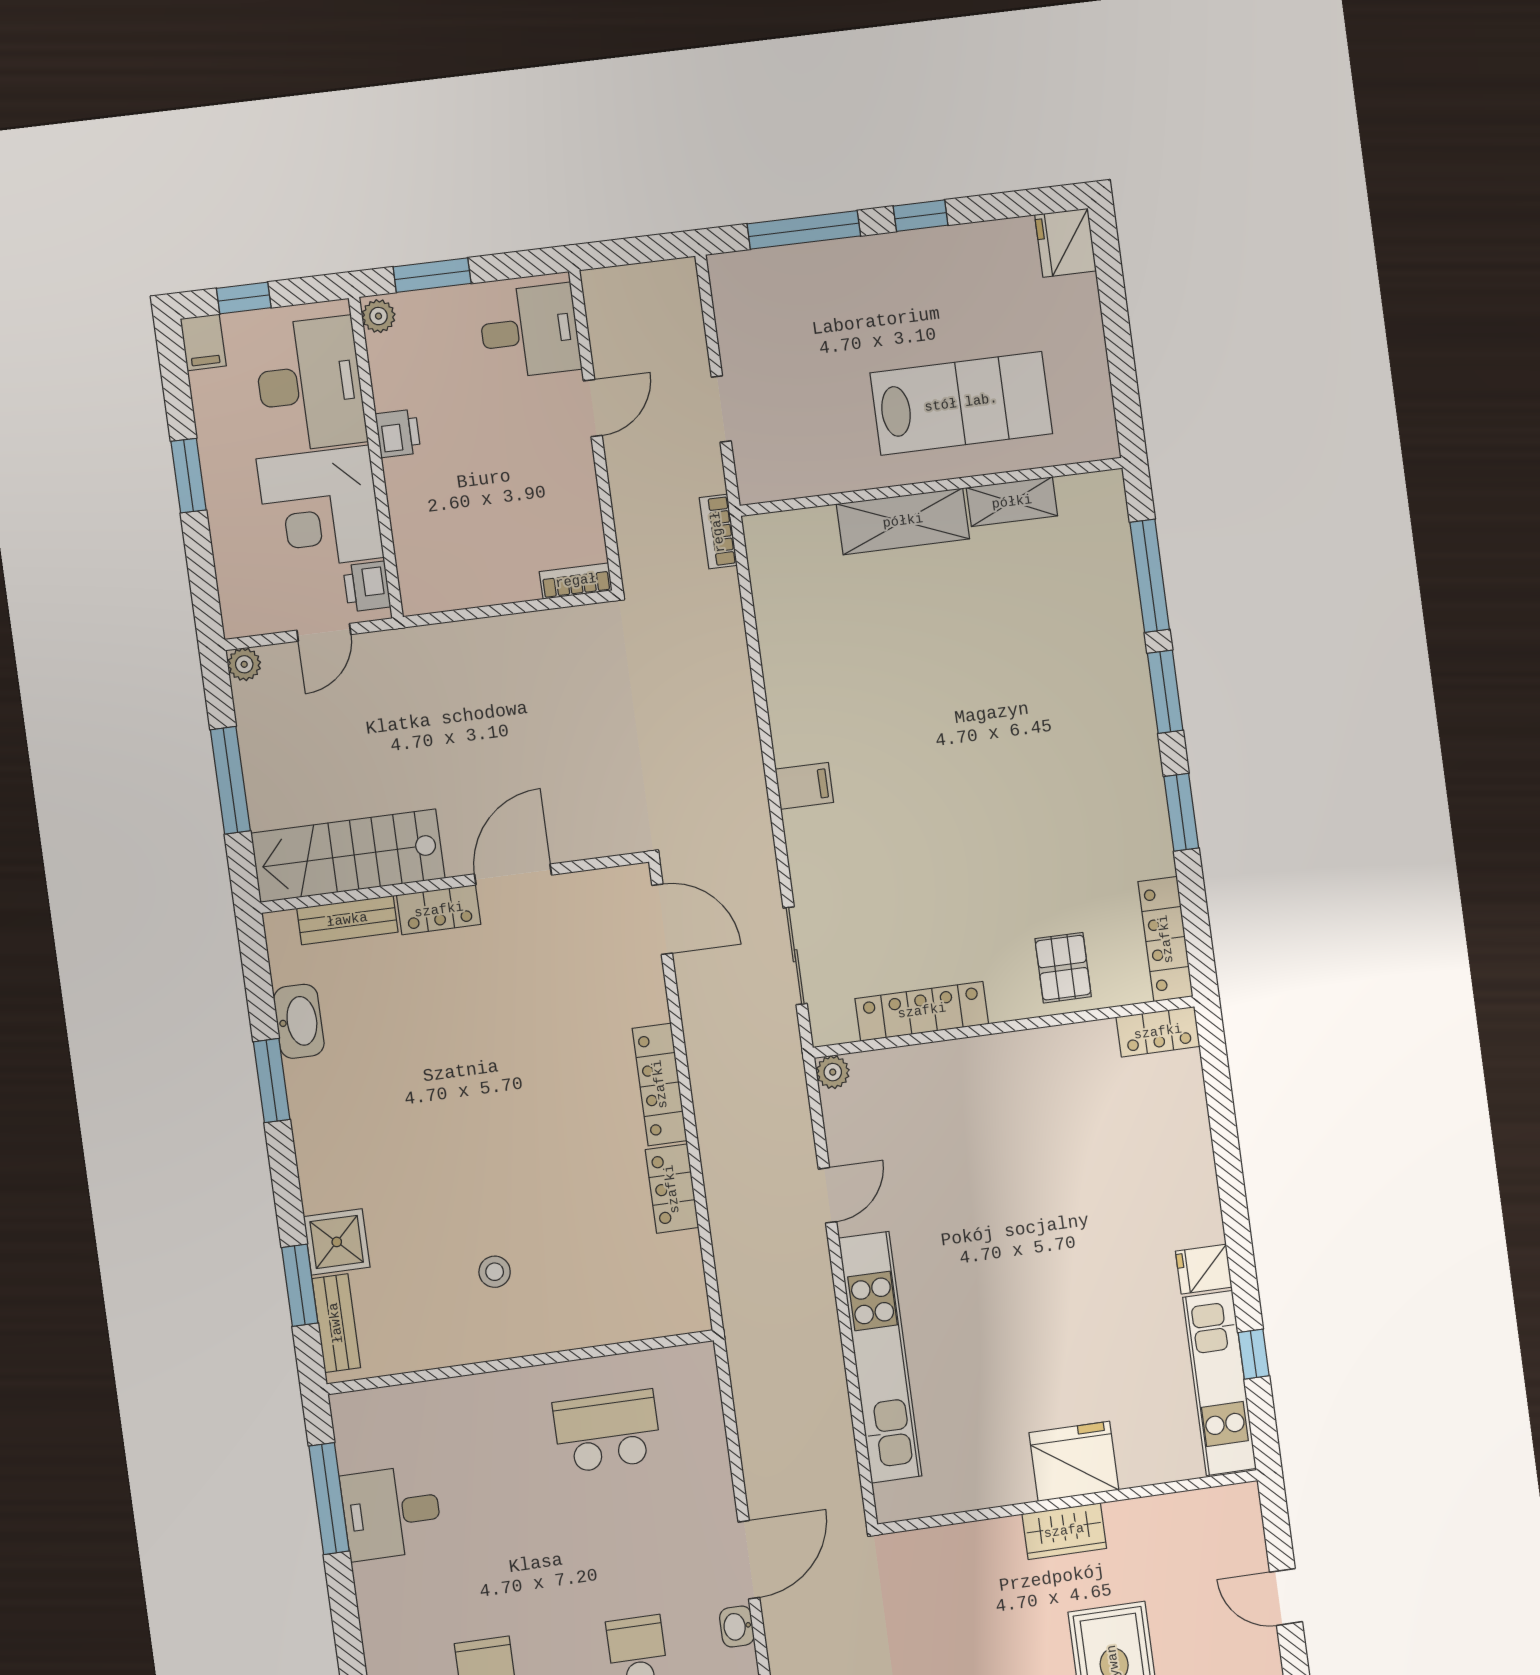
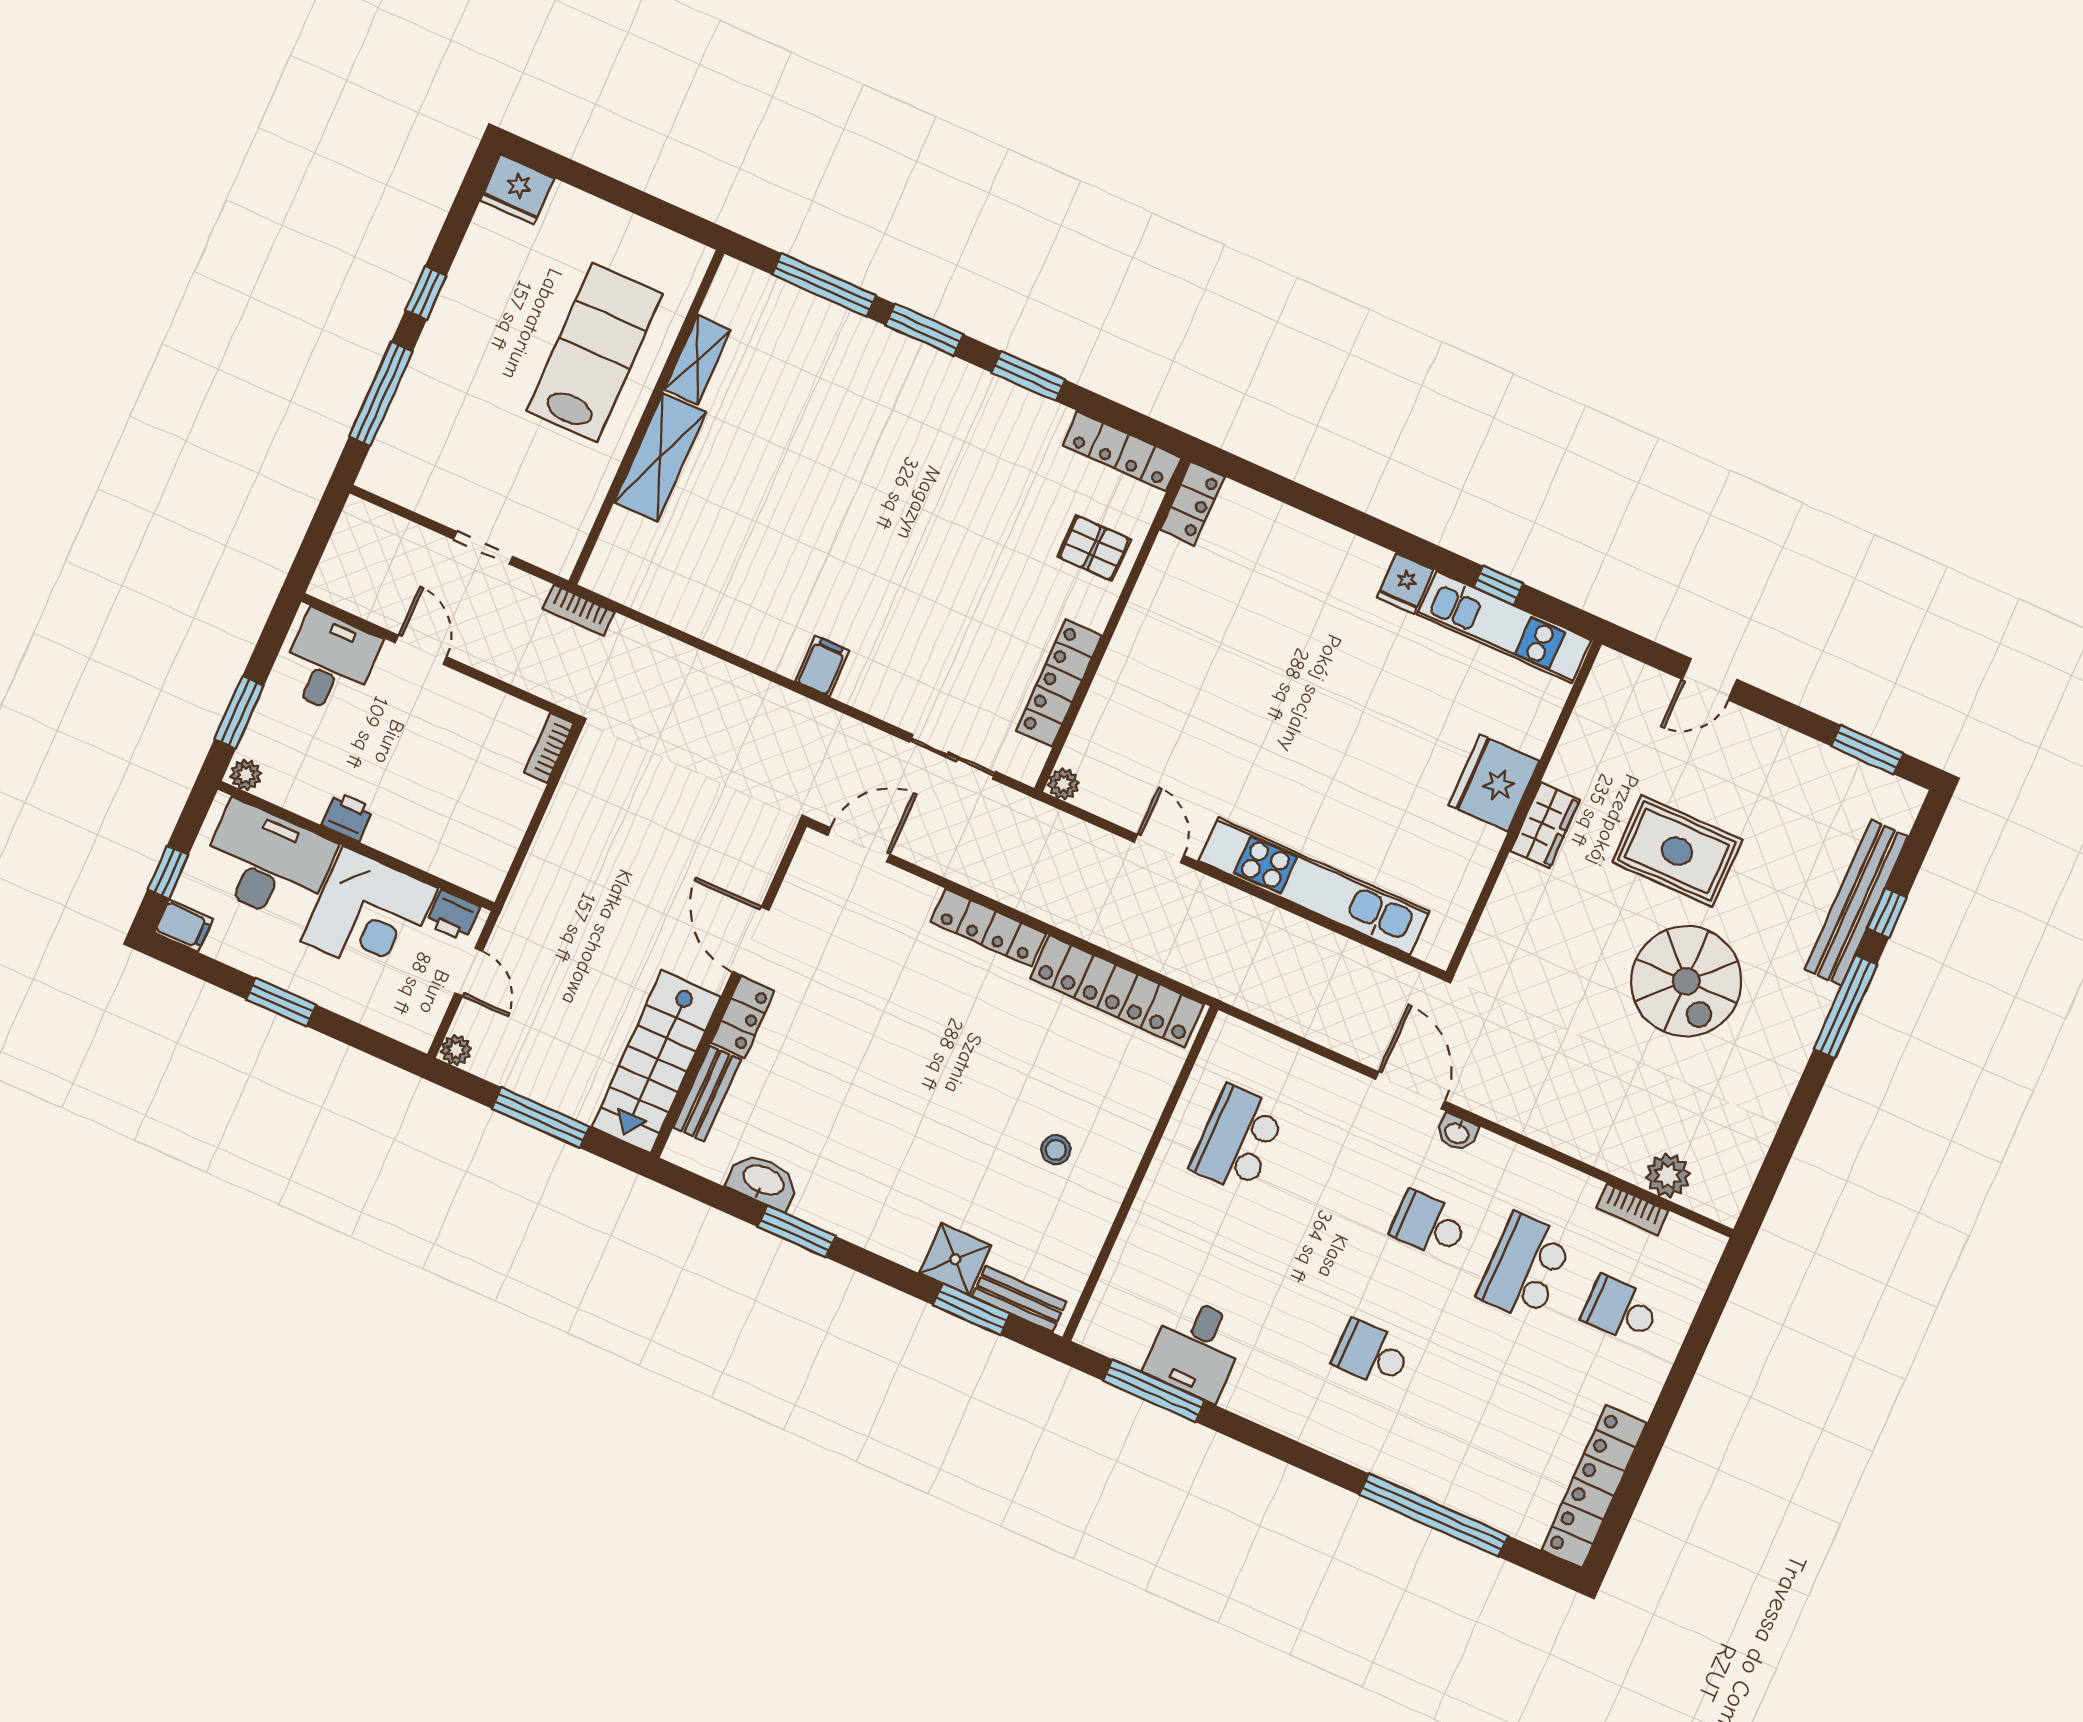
locker: (672, 1189) -> (1117, 991), width x2.16, depth x1.21

